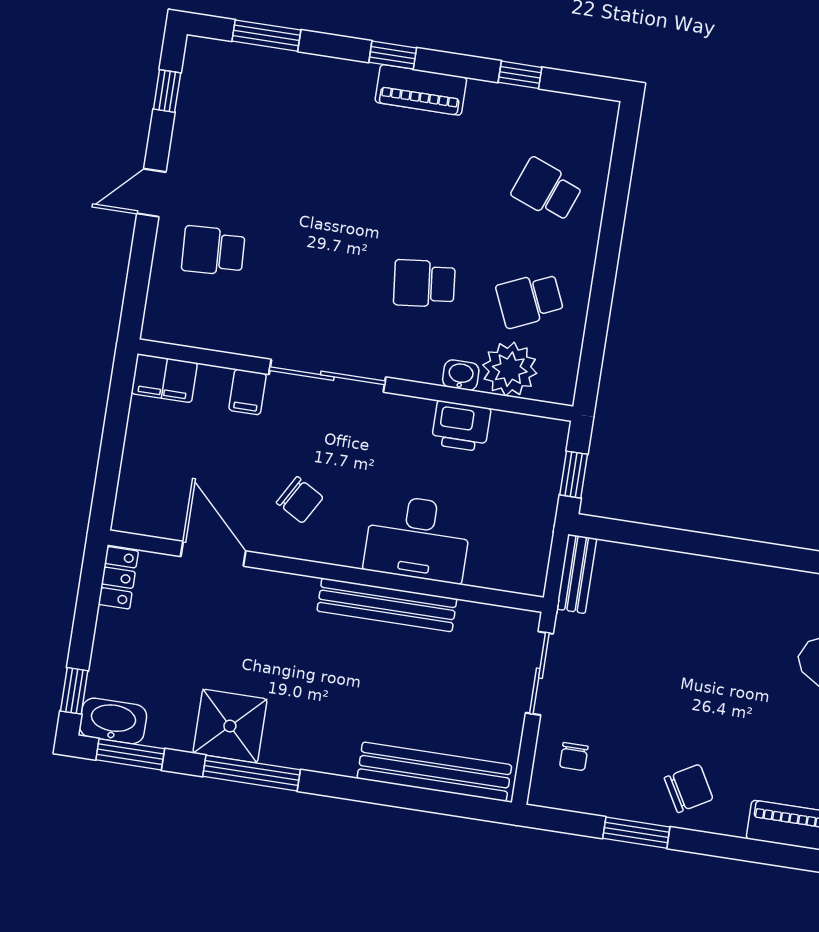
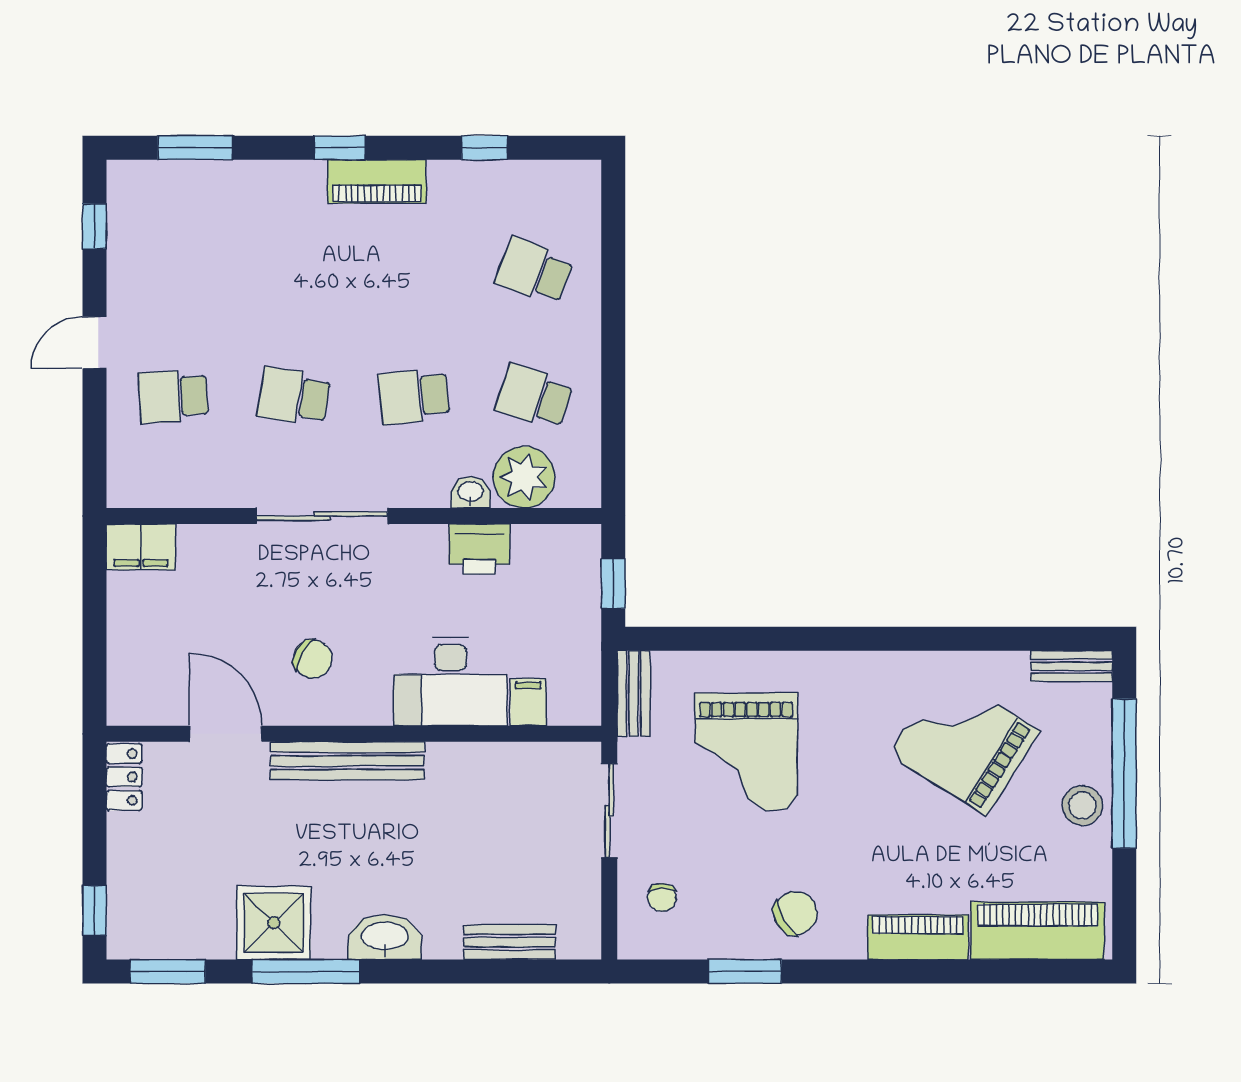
school desk: (319, 267) -> (294, 396), added
school desk: (530, 300) -> (534, 396), turned 42
filing cabinet: (248, 392) -> (528, 702), moved, turned 180
bench: (387, 605) -> (347, 761), moved
grand piano: (667, 640) -> (746, 752), added
washbasin: (113, 721) -> (385, 937), moved
bench: (434, 772) -> (509, 942), width x0.54, depth x0.82

